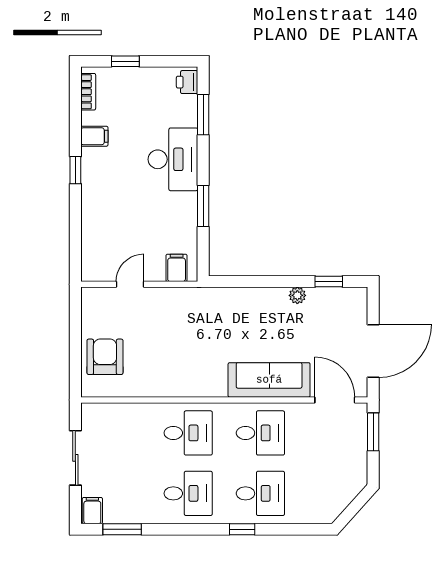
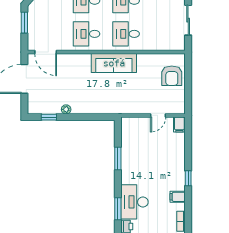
desk: (173, 159) -> (134, 202), moved
filing cabinet: (177, 268) -> (179, 125), moved
sofa: (269, 380) -> (114, 63), moved
window: (373, 432) -> (24, 23), moved

